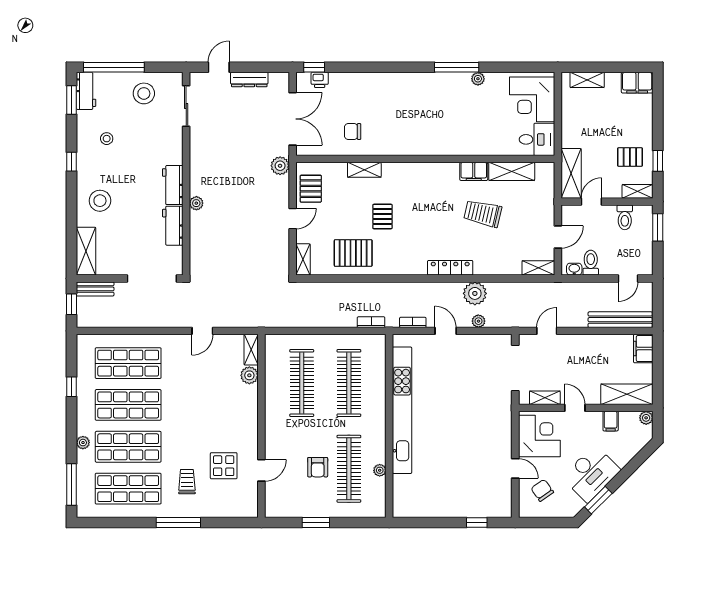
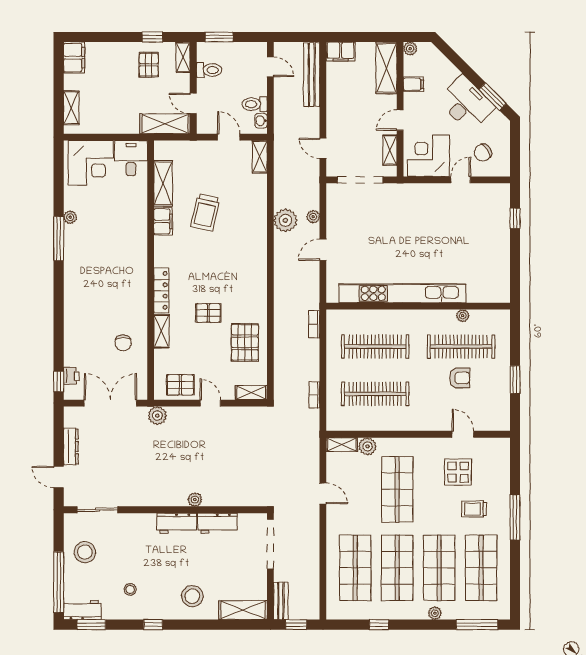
locker: (450, 268) -> (161, 290), moved, turned 180
bookcase: (413, 322) -> (314, 395), moved
shop shelf: (206, 405) -> (397, 489), added

